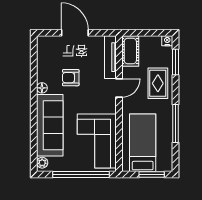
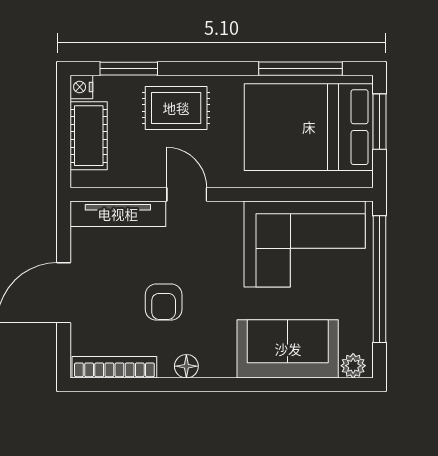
cot: (130, 51) -> (89, 136), moved, turned 90
bookcase: (41, 56) -> (114, 367), added
window: (175, 124) -> (301, 69), moved
sofa: (50, 125) -> (288, 349), width x0.73
bed: (143, 143) -> (309, 127), width x1.50

